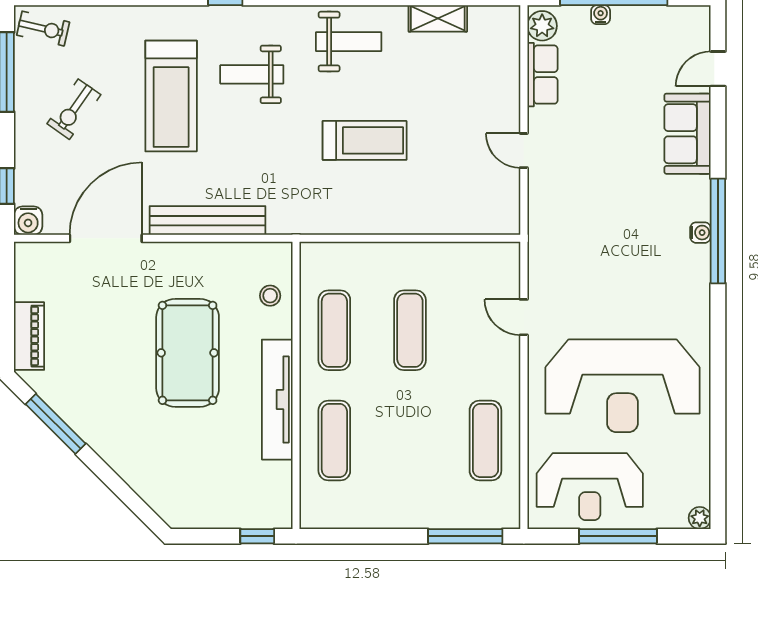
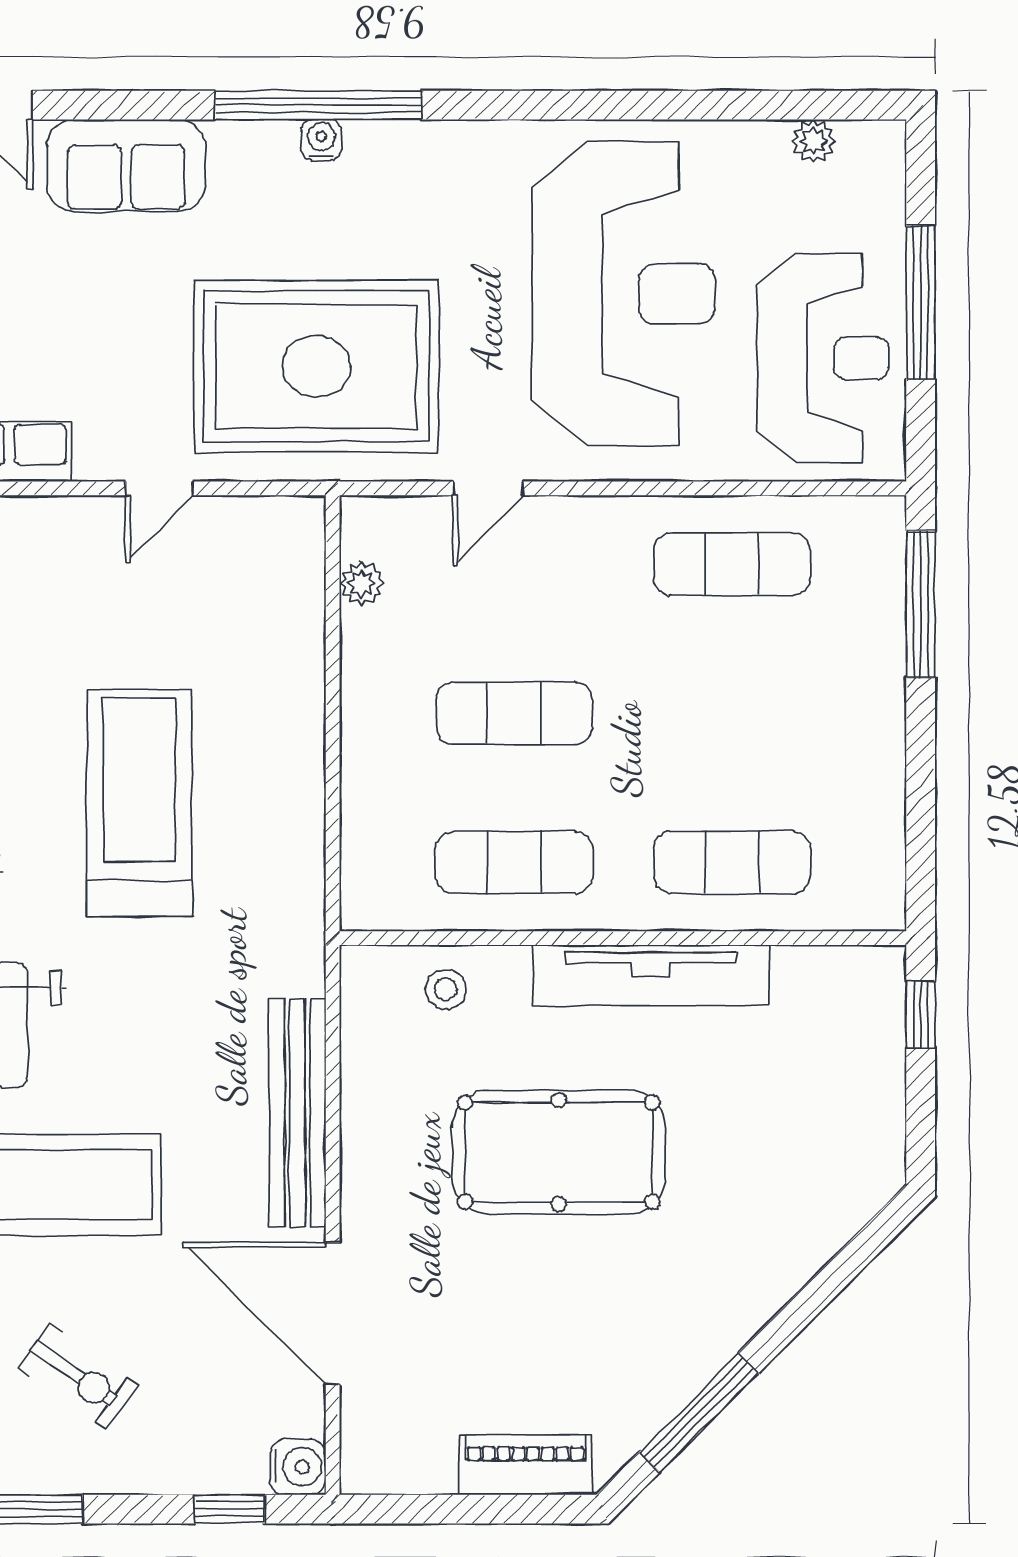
treadmill: (365, 140) -> (139, 803), width x1.37, depth x1.38
rug: (586, 230) -> (316, 366), added
plant: (476, 253) -> (362, 583), added
plant: (700, 518) -> (813, 141), moved

